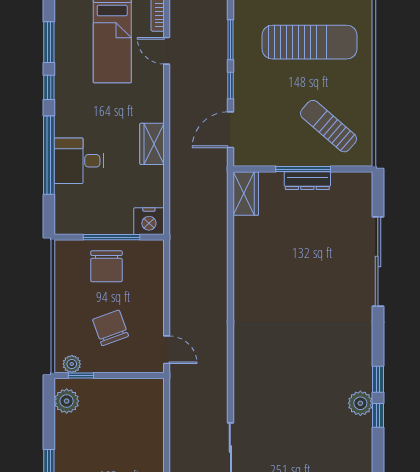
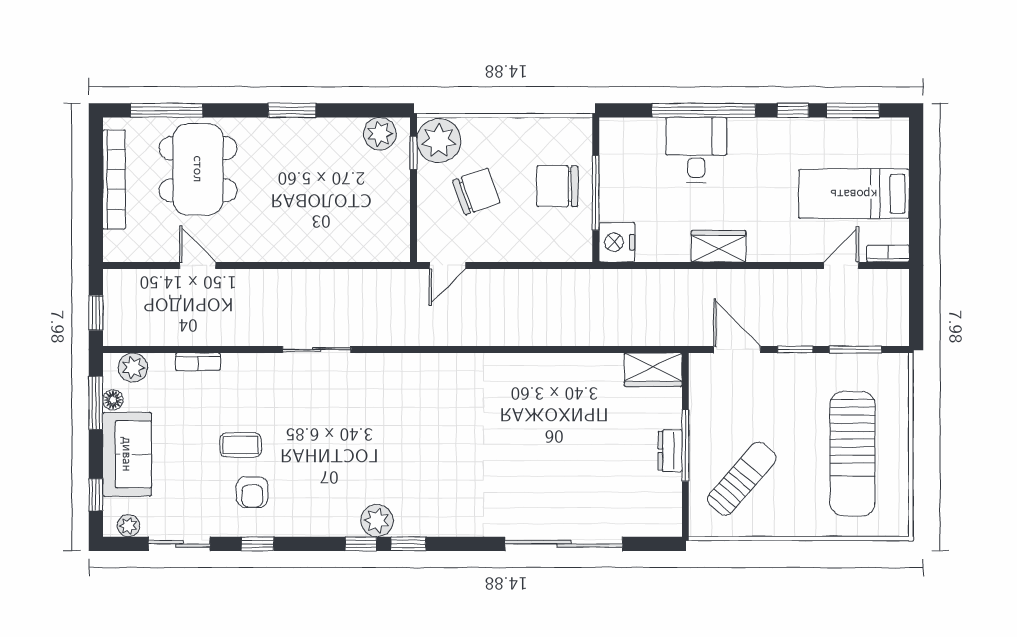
dresser: (307, 181) -> (670, 451), width x0.70
plant: (72, 364) -> (439, 140), width x1.88, depth x1.88

